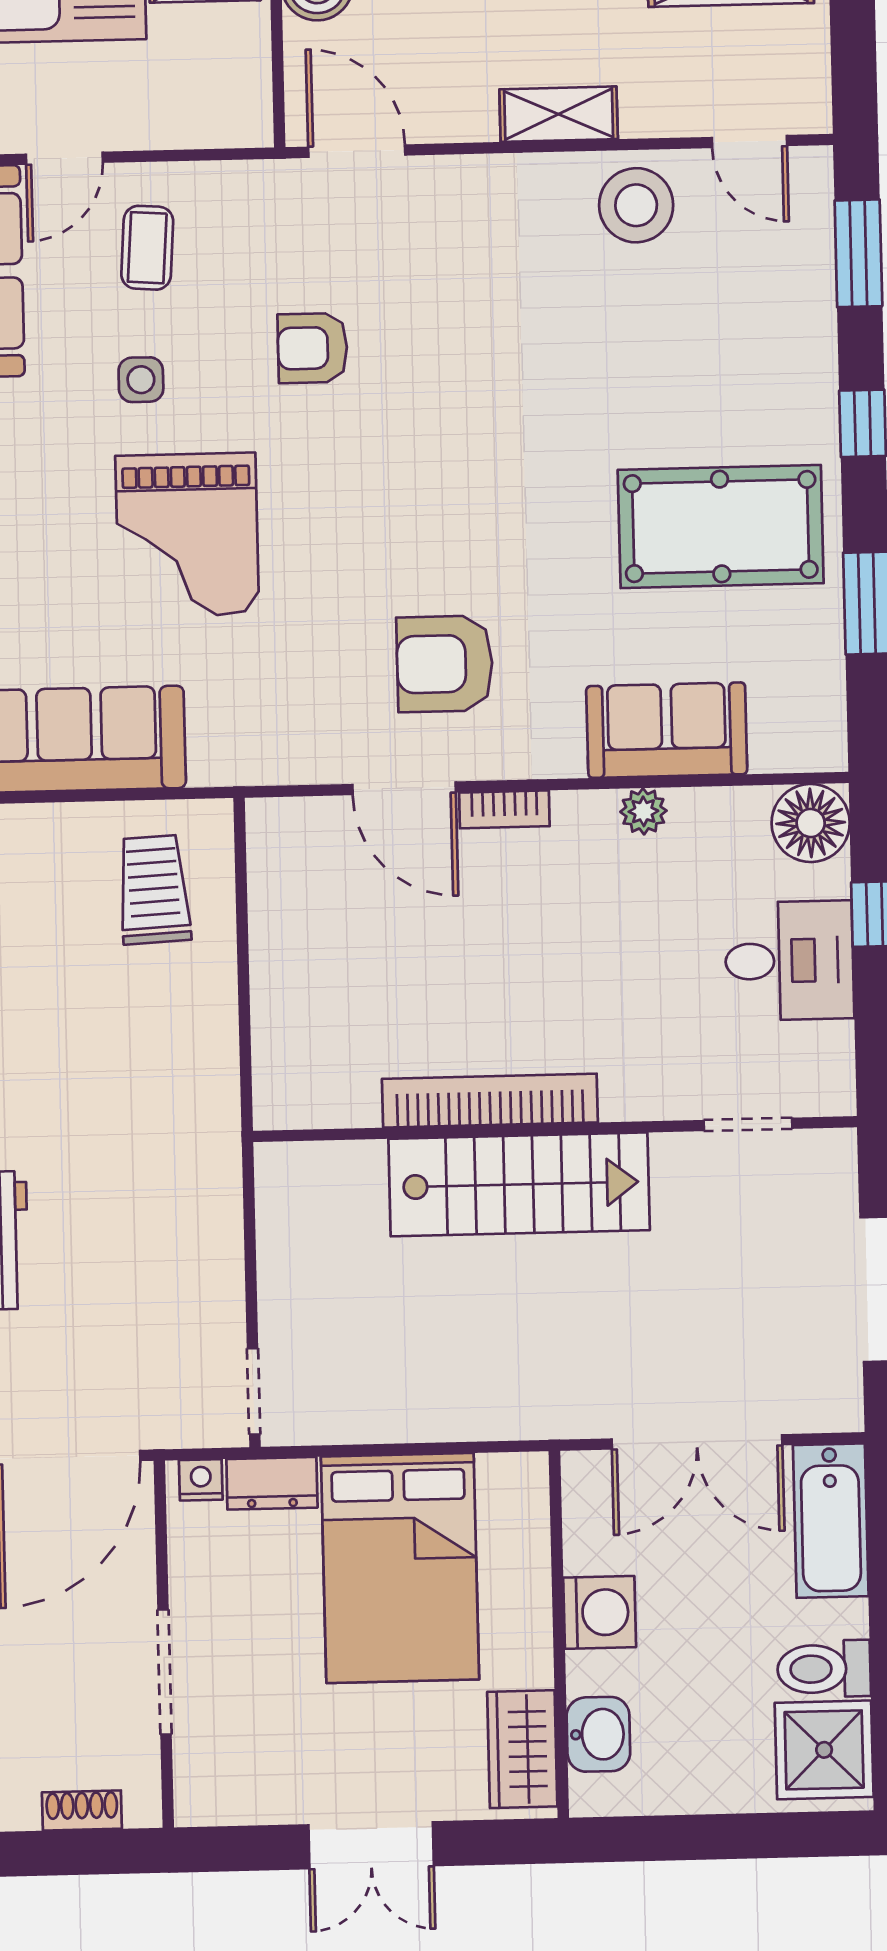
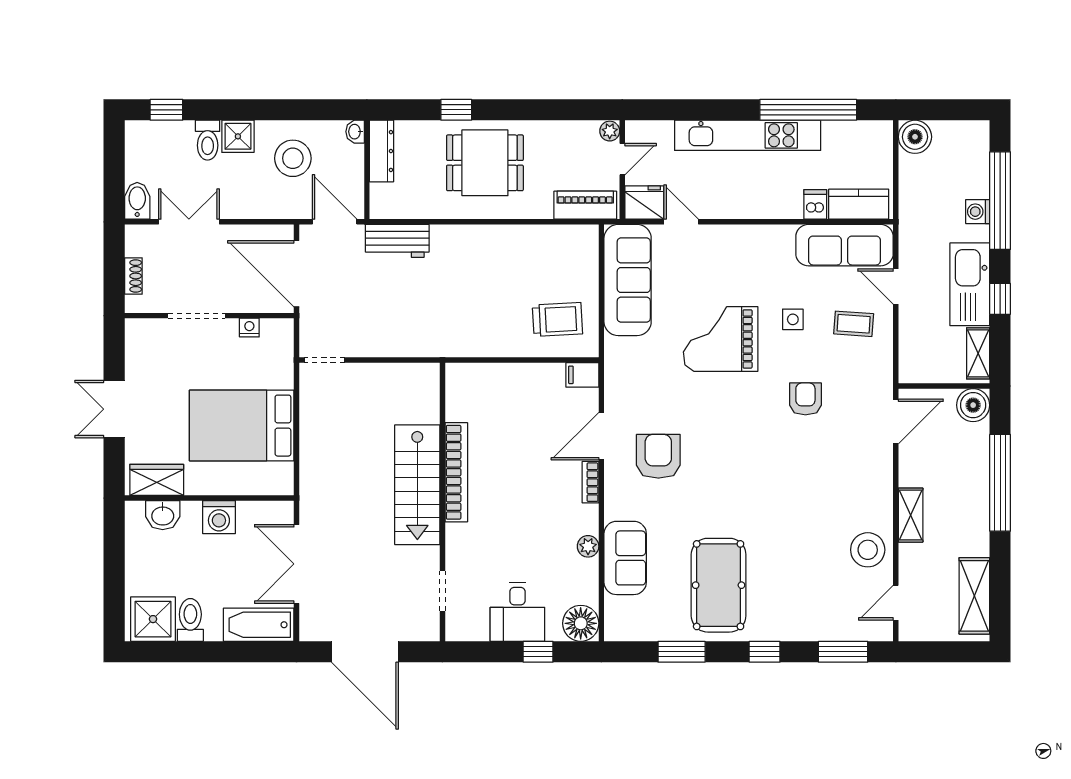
filing cabinet: (272, 833) -> (582, 375), added
nightstand: (201, 1480) -> (249, 328), moved, turned -90
dresser: (272, 1483) -> (282, 367), removed

